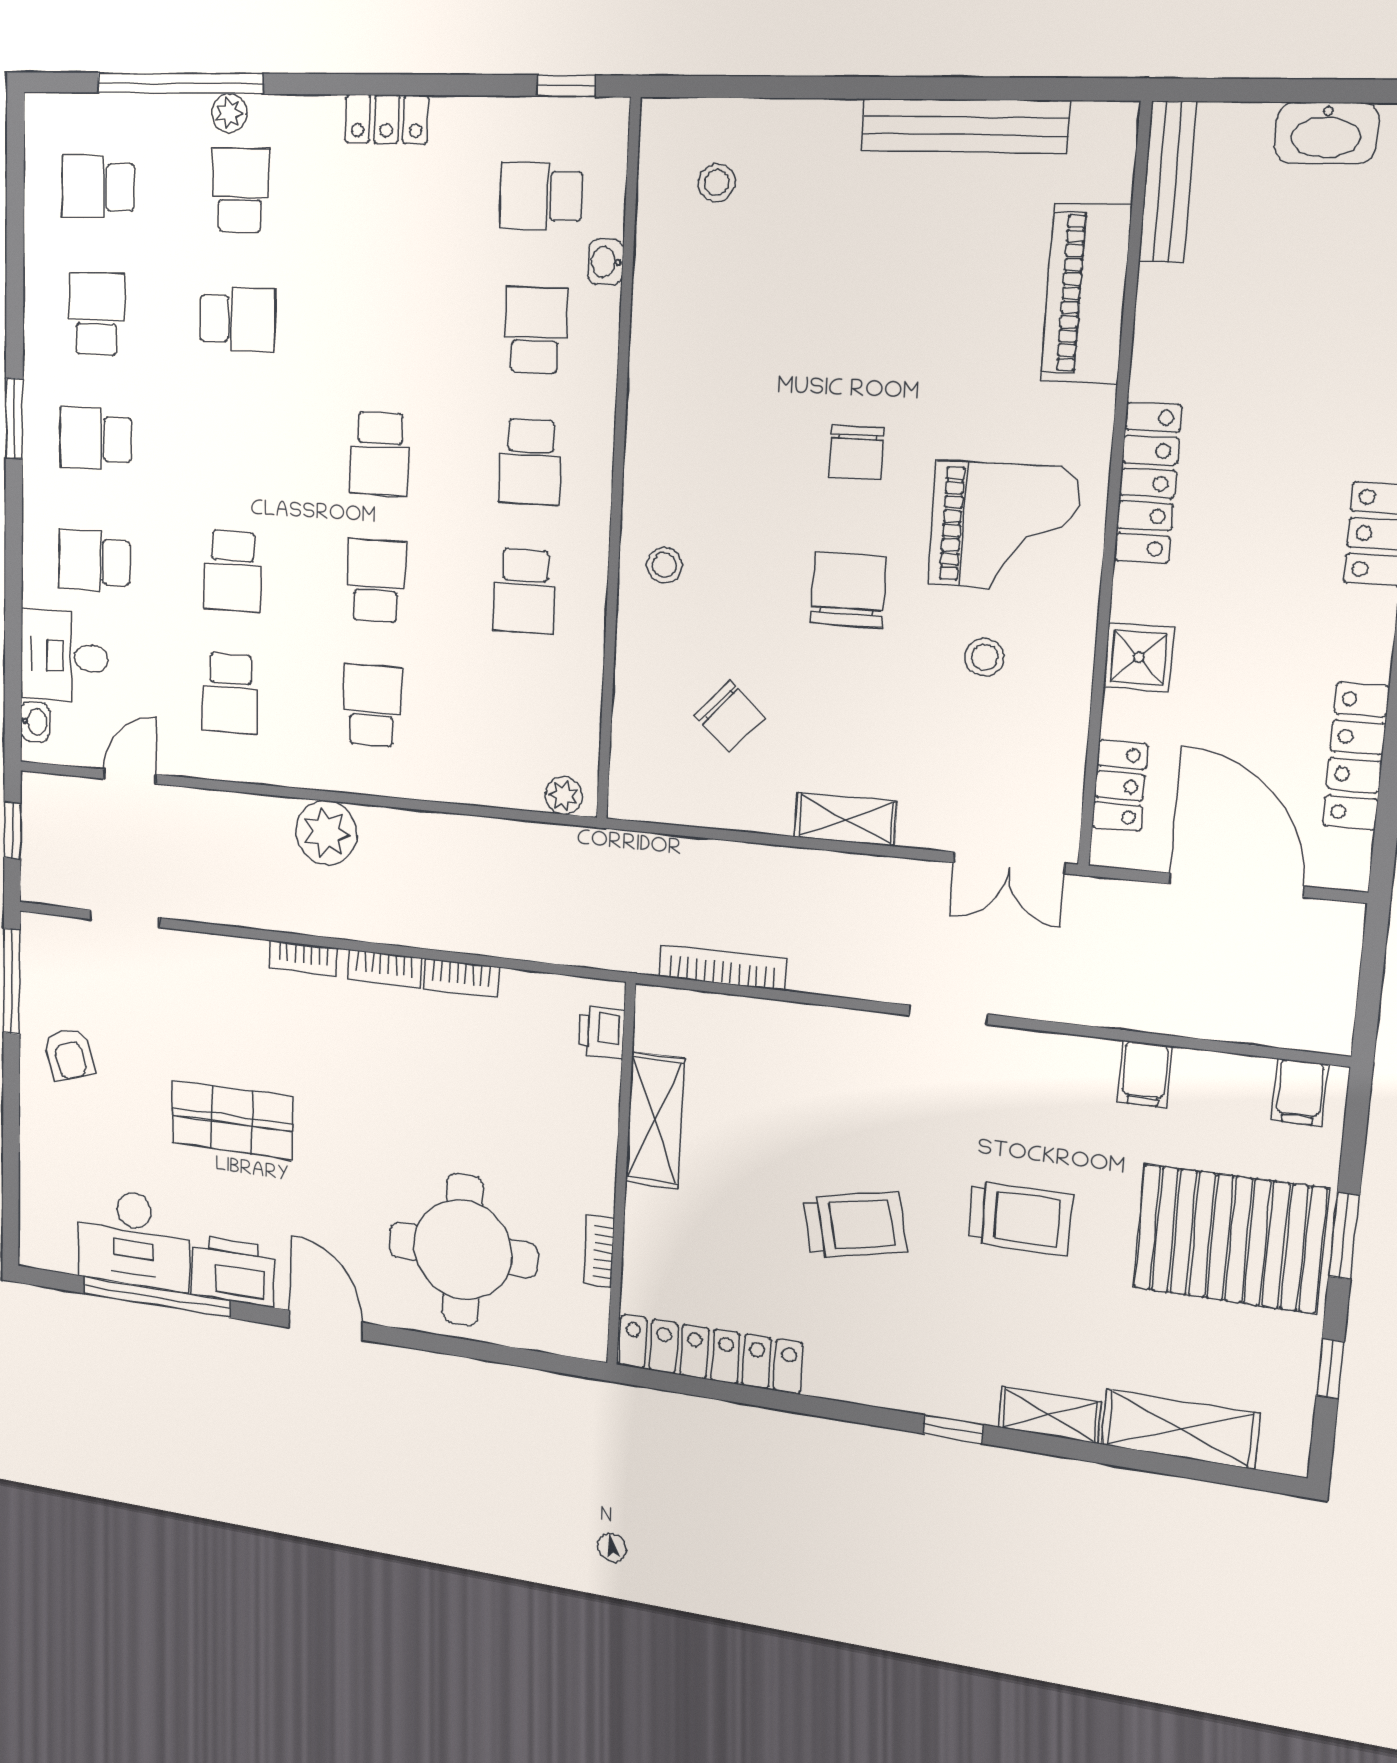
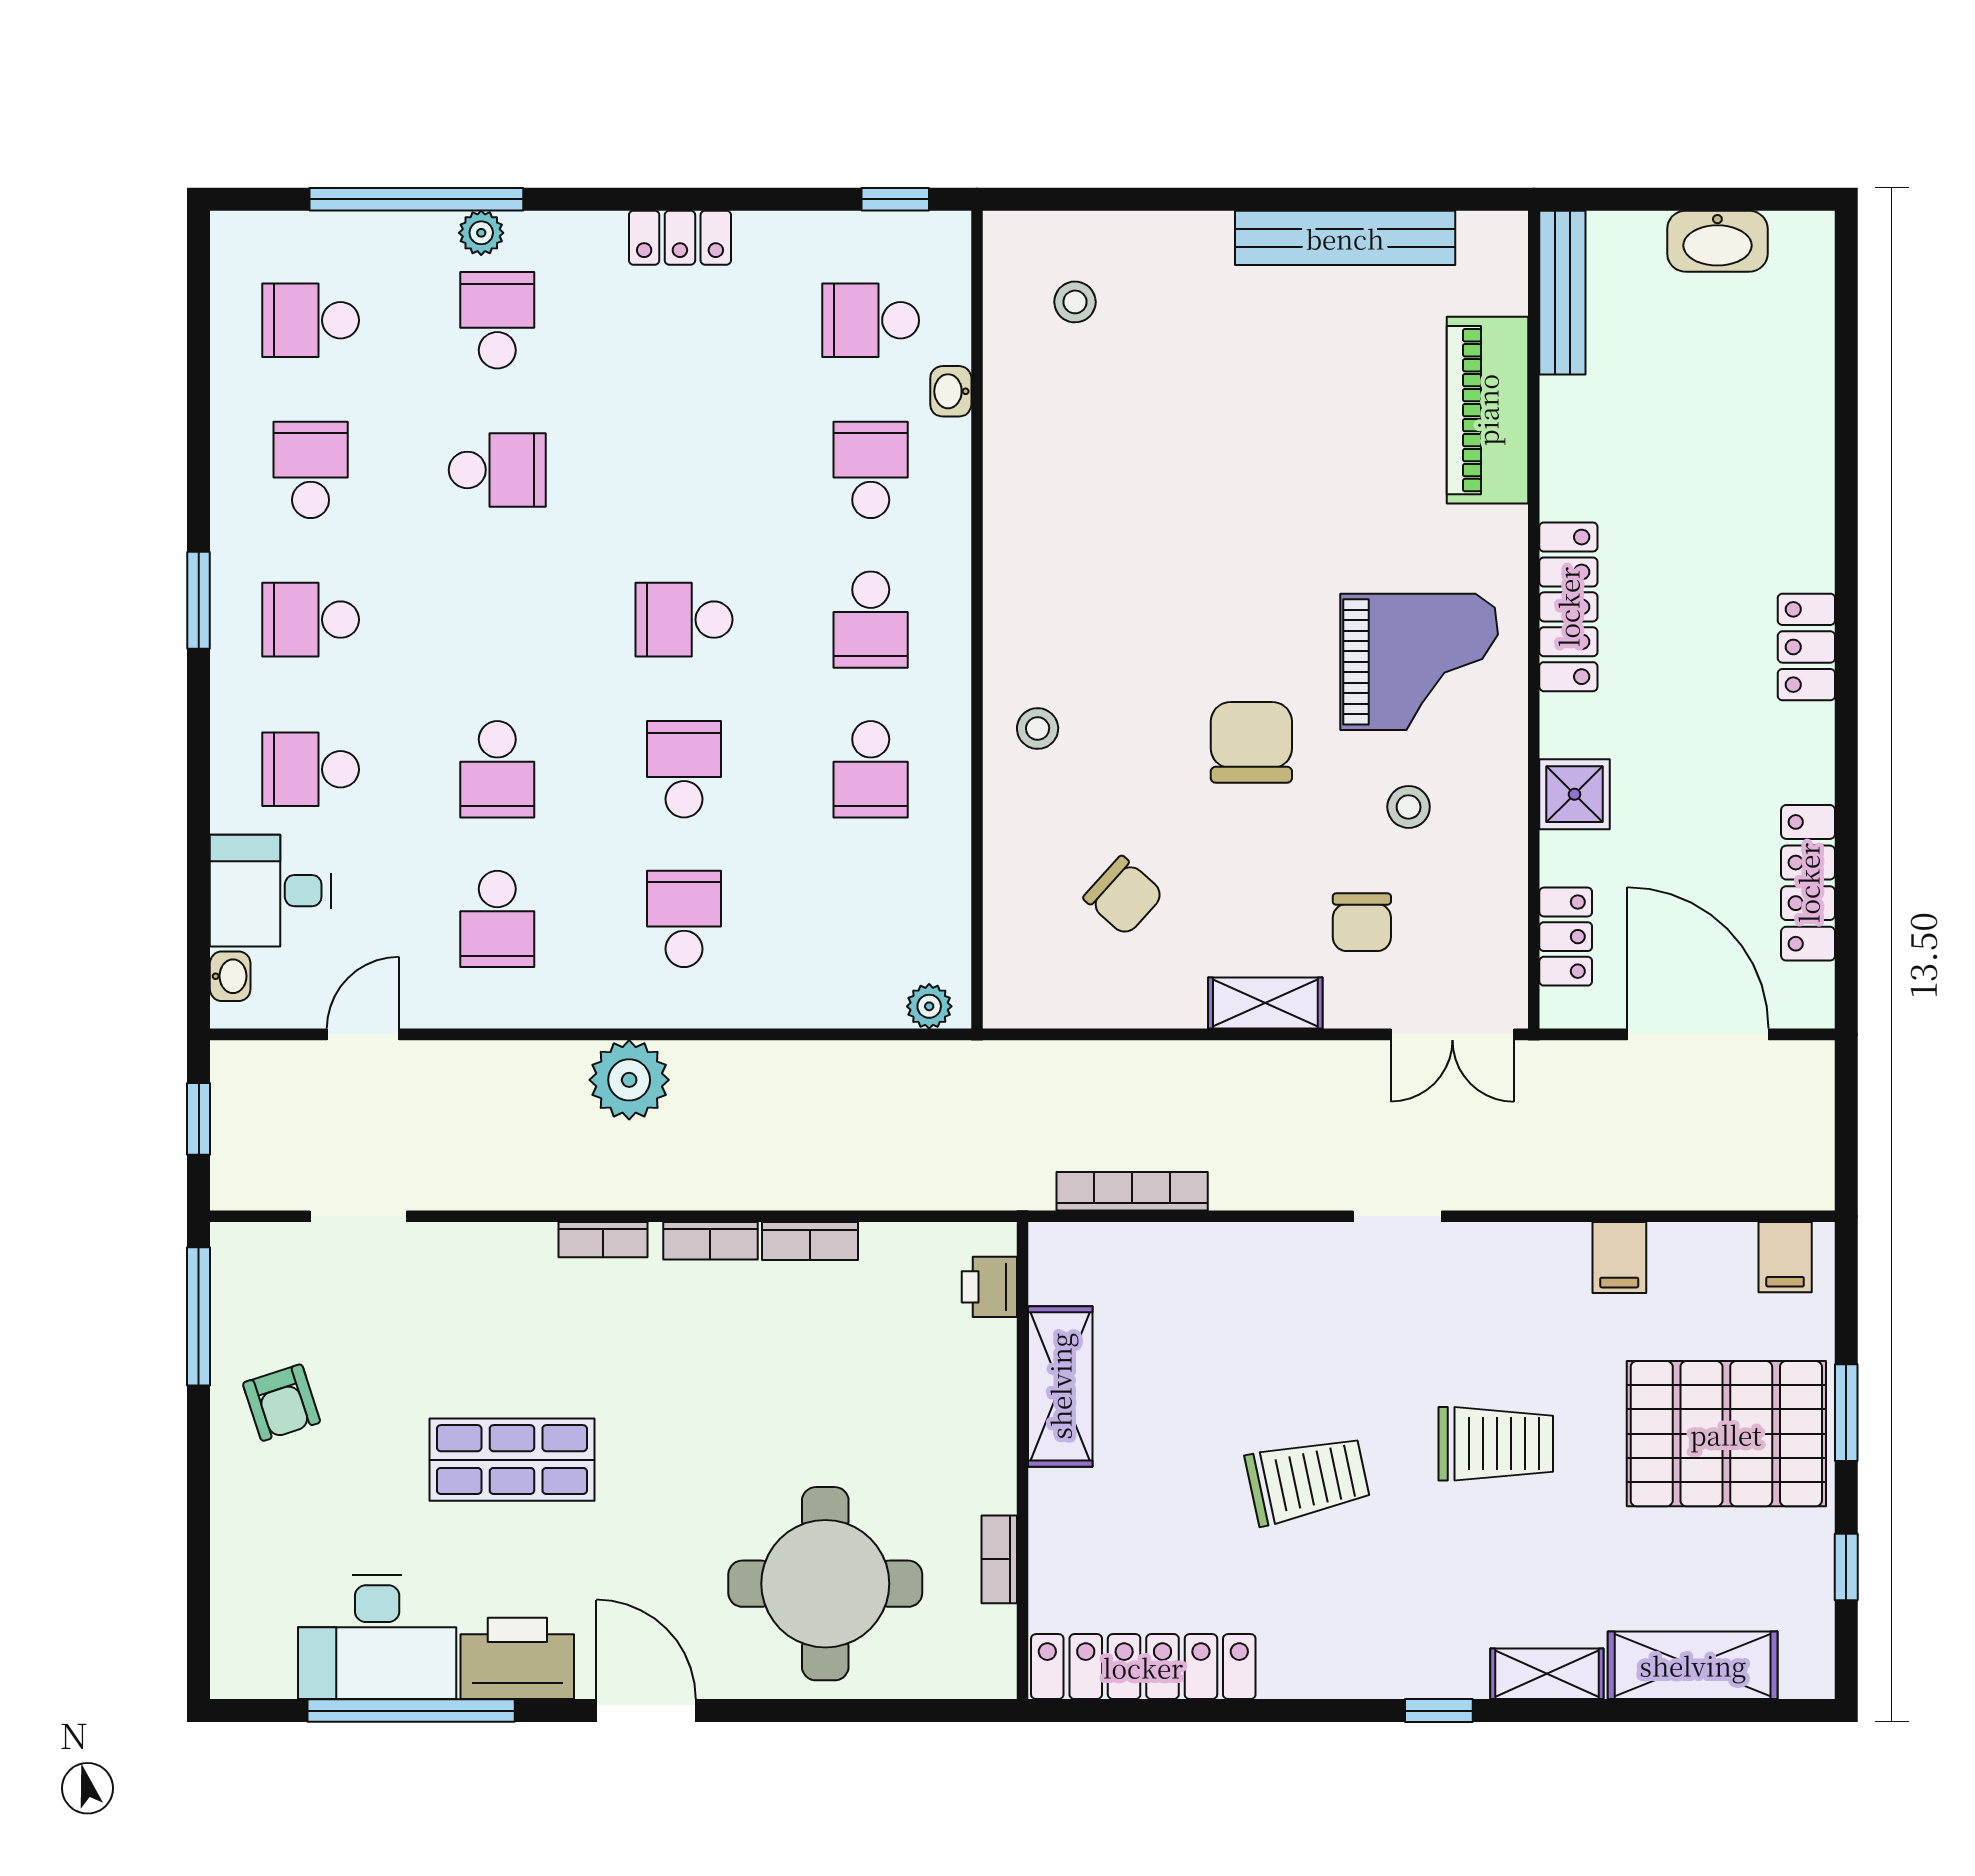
chair: (857, 453) -> (1362, 922), moved
school desk: (380, 454) -> (684, 620), turned 90

